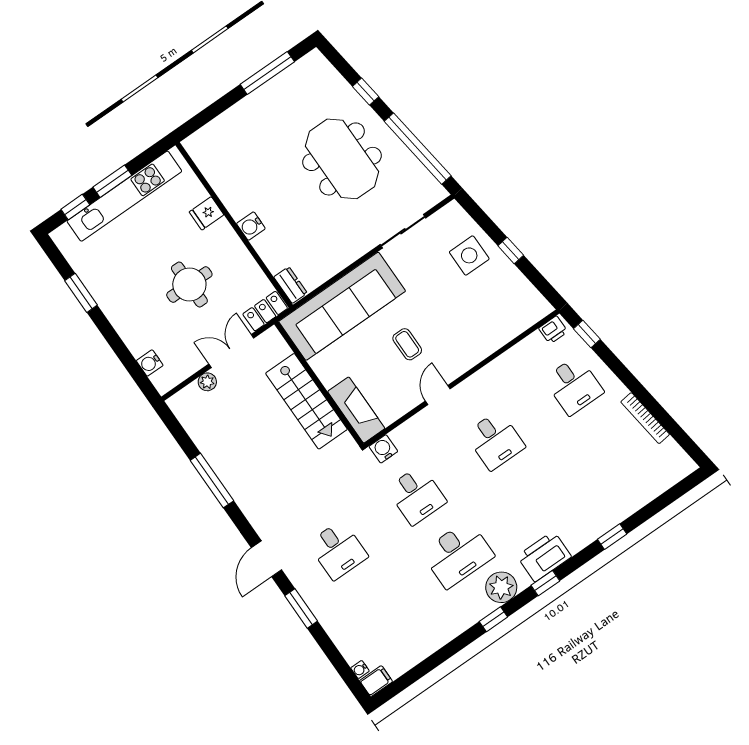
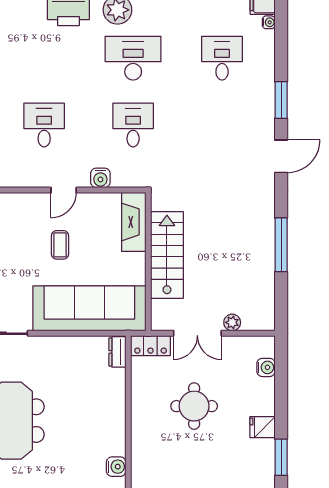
fridge: (206, 213) -> (263, 427), moved, turned 180
water cooler: (251, 226) -> (116, 467), moved
water cooler: (383, 449) -> (100, 178), moved
desk: (338, 550) -> (222, 58), moved

